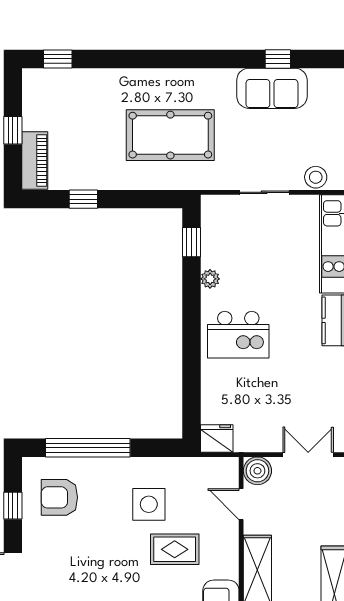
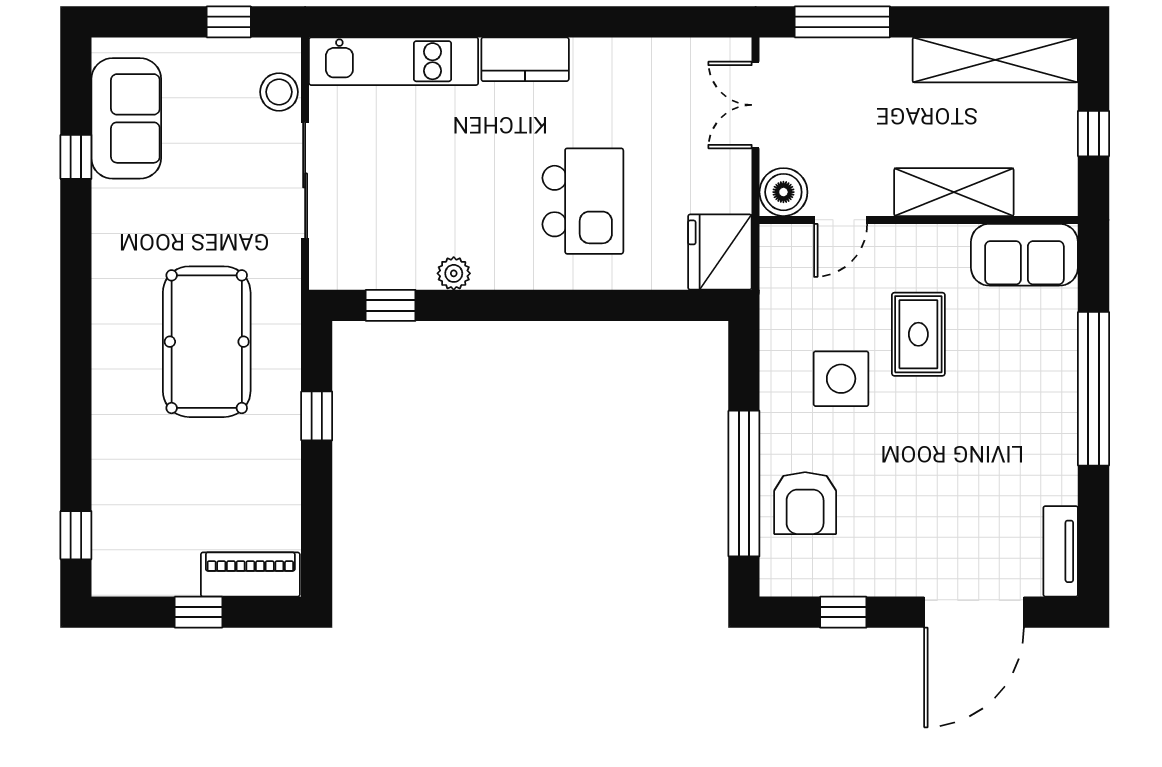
sofa: (272, 88) -> (126, 118), moved
sliding door: (264, 192) -> (305, 180), width x1.37
window: (83, 199) -> (317, 416), moved
kitchen island: (238, 335) -> (583, 201), moved
fridge: (217, 438) -> (720, 252), width x1.36, depth x1.34
armchair: (59, 497) -> (805, 503), moved

